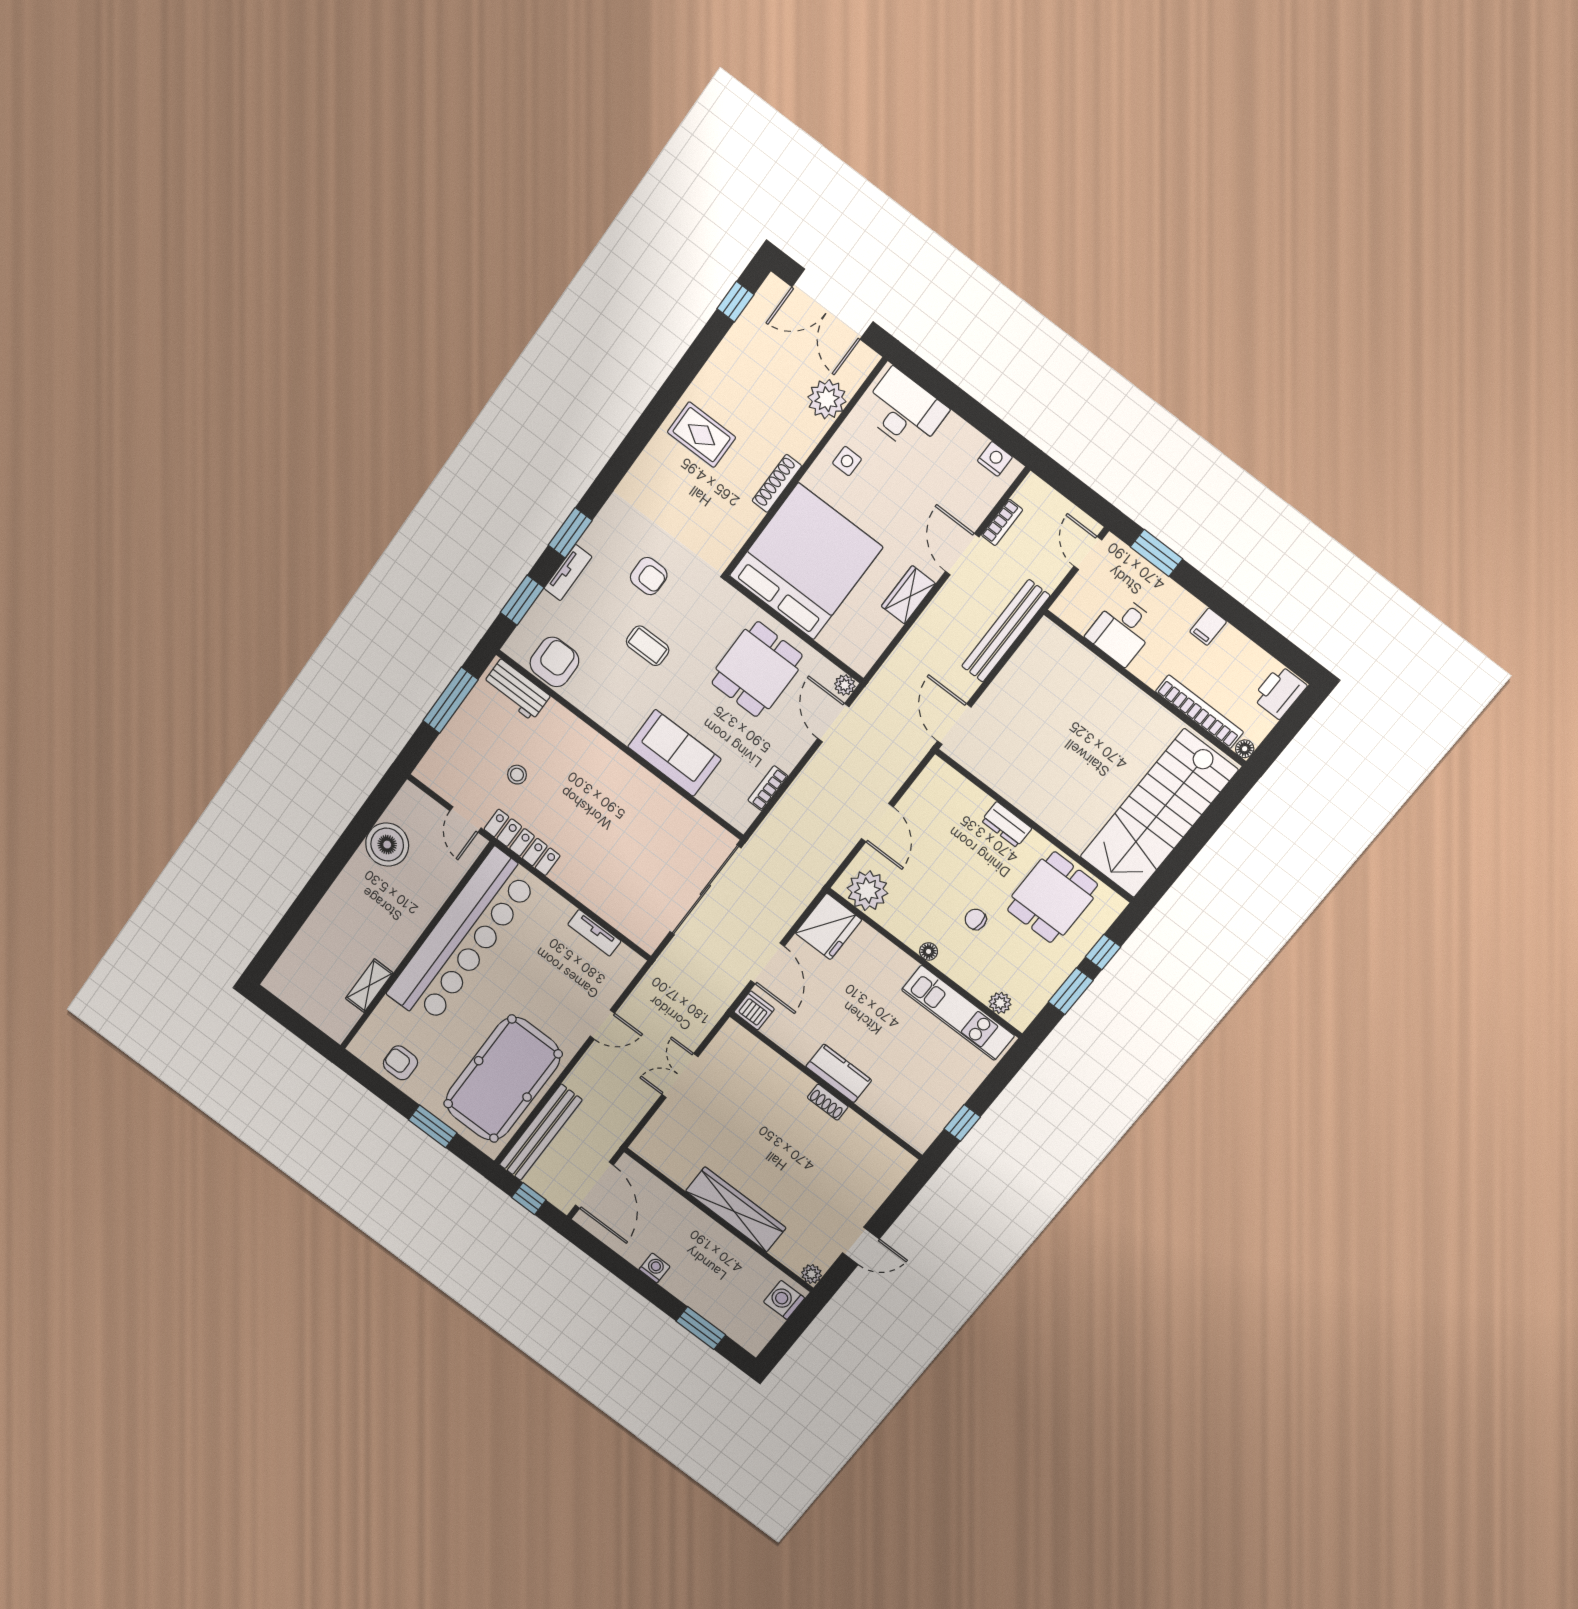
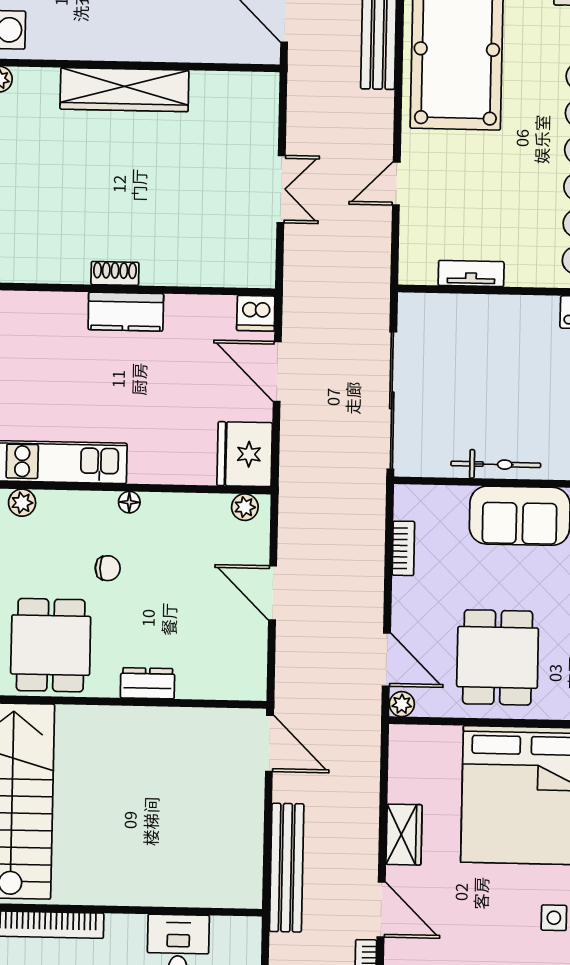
bicycle: (666, 798) -> (496, 464), added
plant: (867, 891) -> (245, 507), width x0.53, depth x0.53

